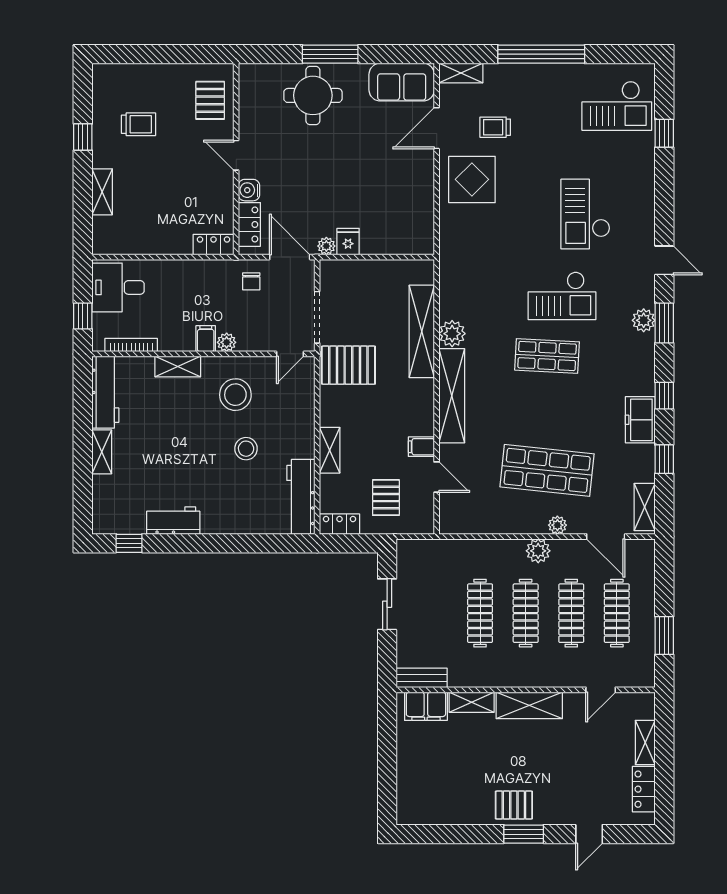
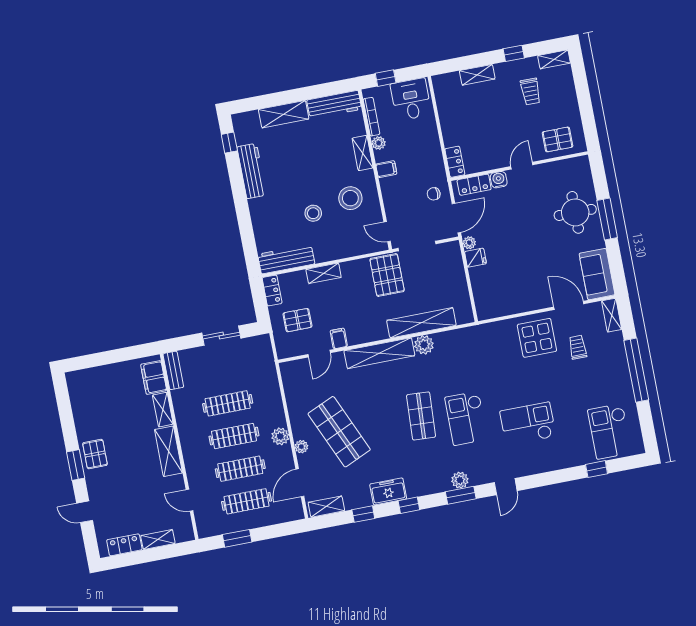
shelving: (101, 84) -> (554, 59), added
plant: (227, 342) -> (379, 143), moved
shelving: (102, 452) -> (284, 114), width x1.50, depth x1.33
shop shelf: (547, 470) -> (339, 432), turned -30
workbench: (173, 521) -> (252, 171), width x1.37

